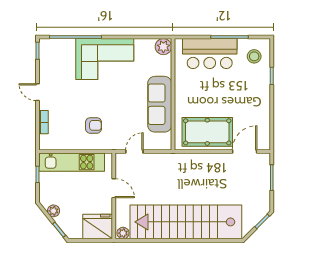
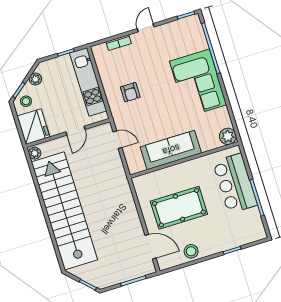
stool: (254, 56) -> (191, 251), moved
pool table: (207, 132) -> (179, 208), moved, turned 90
stool: (72, 226) -> (26, 101), added

